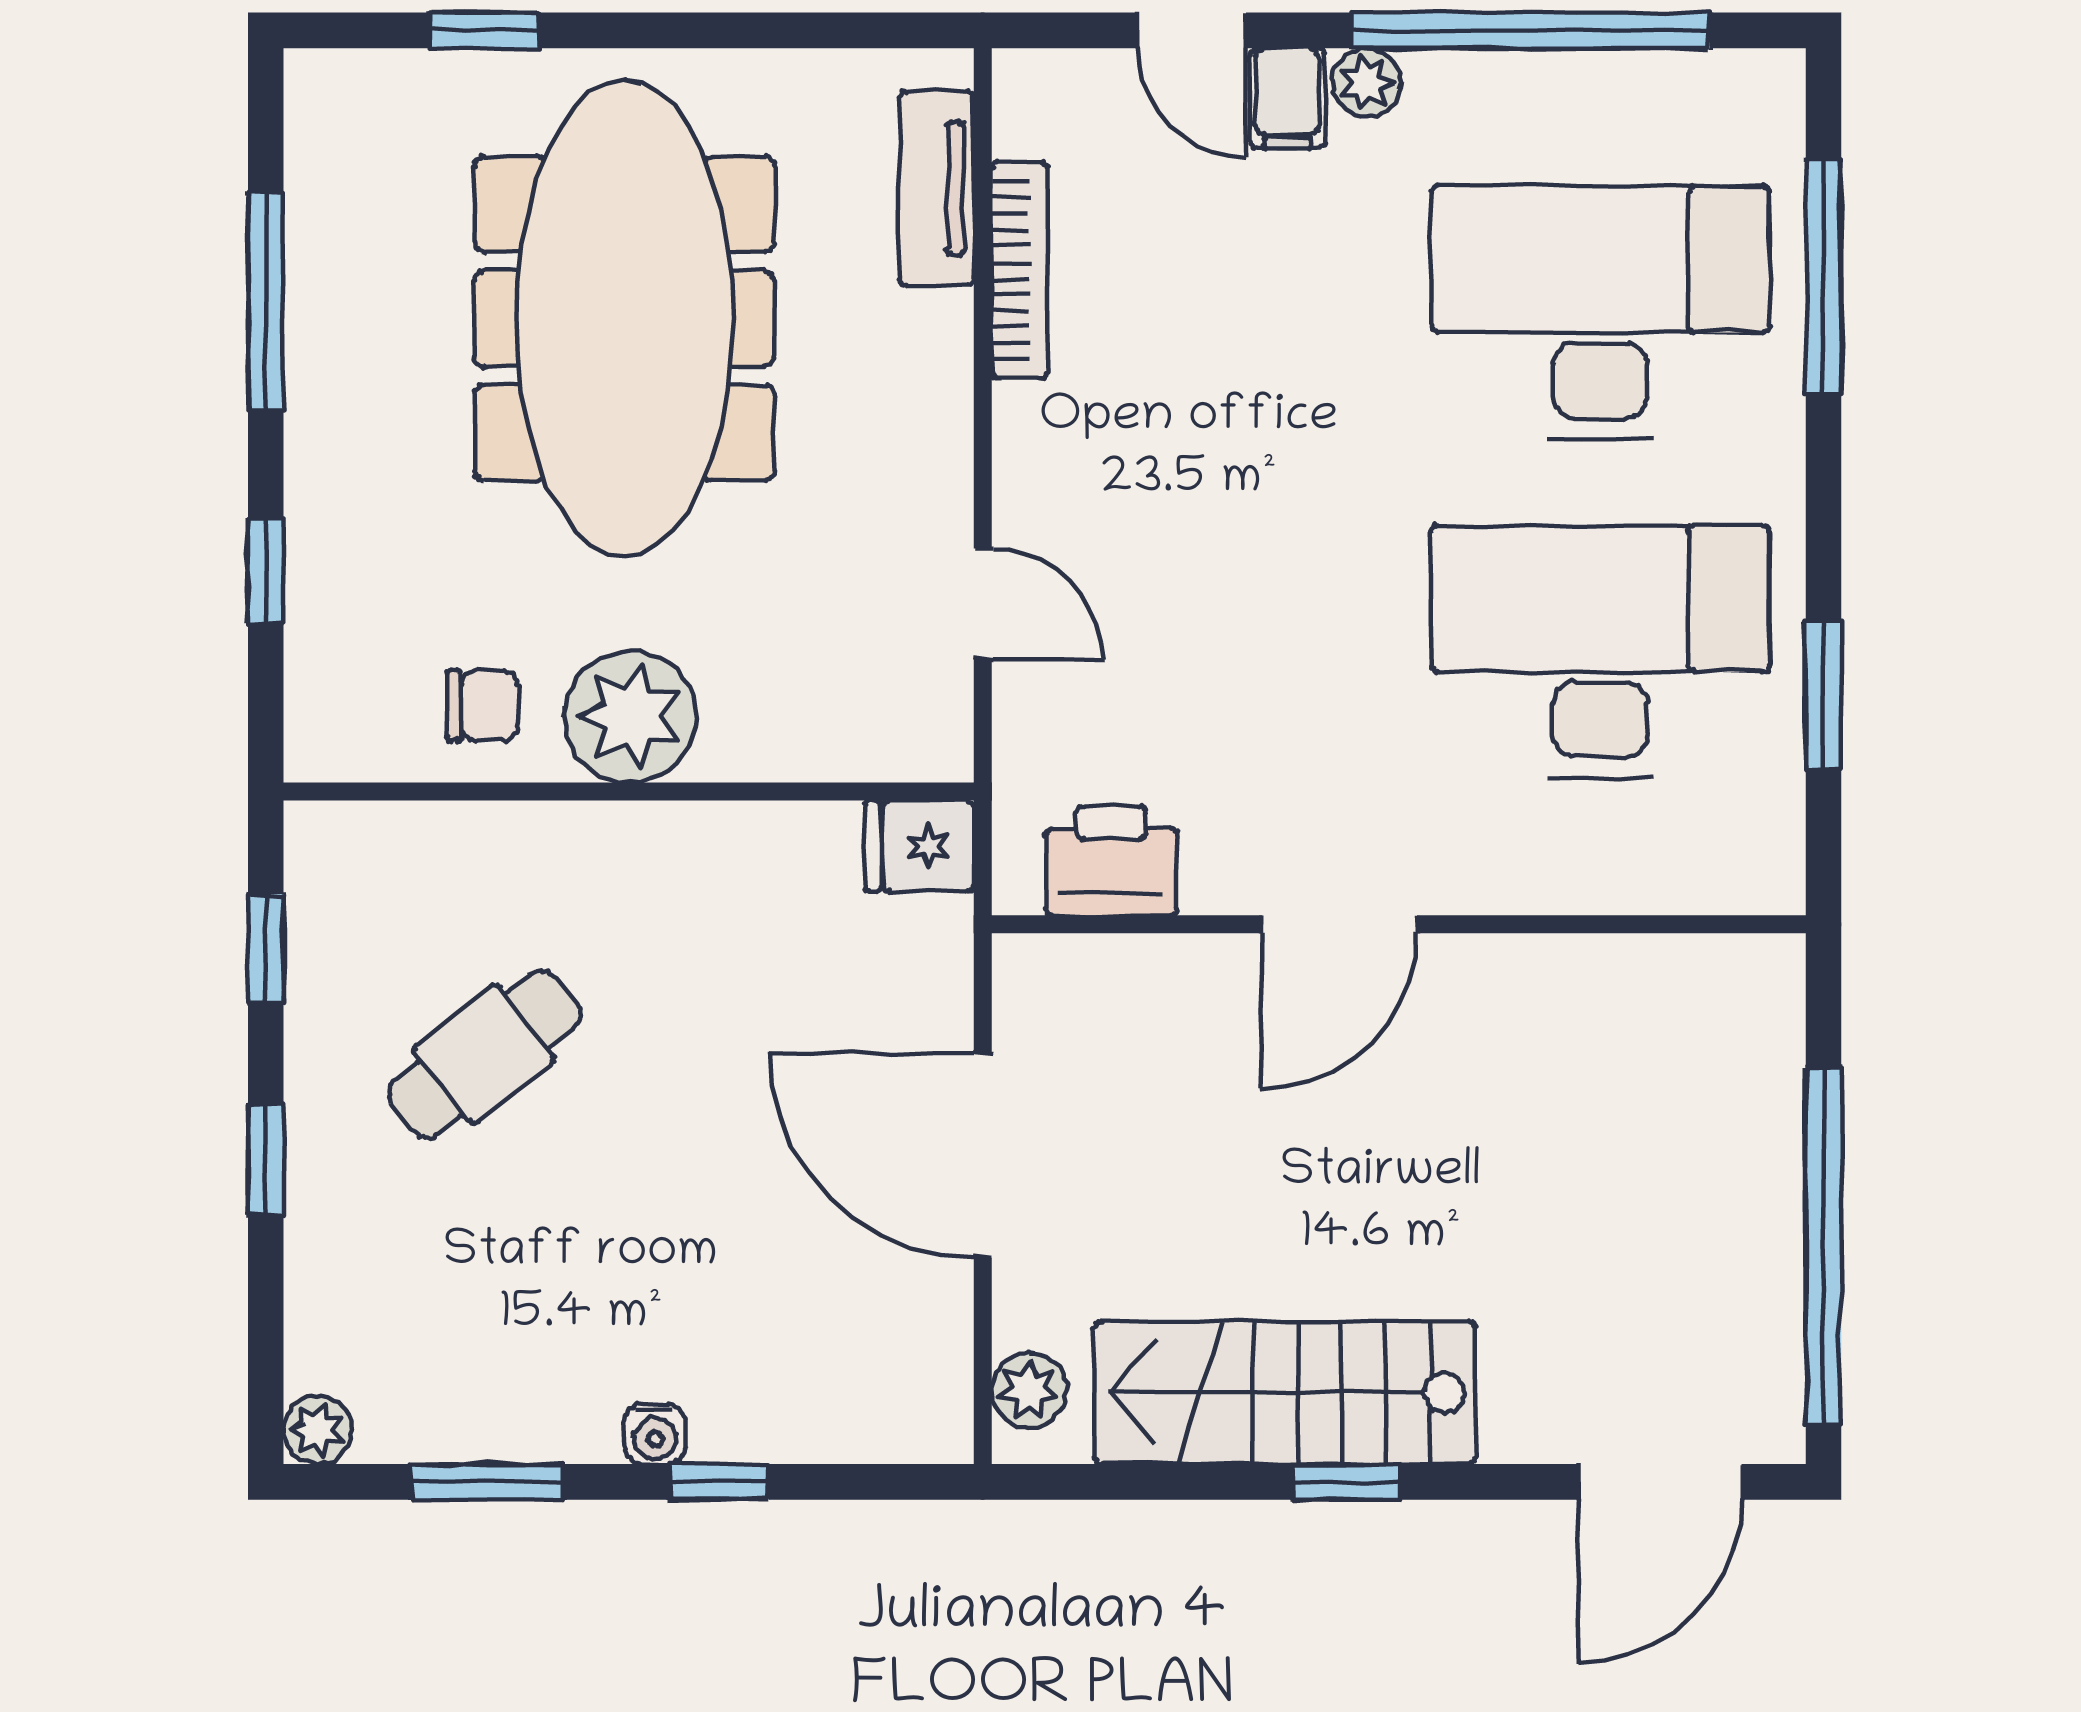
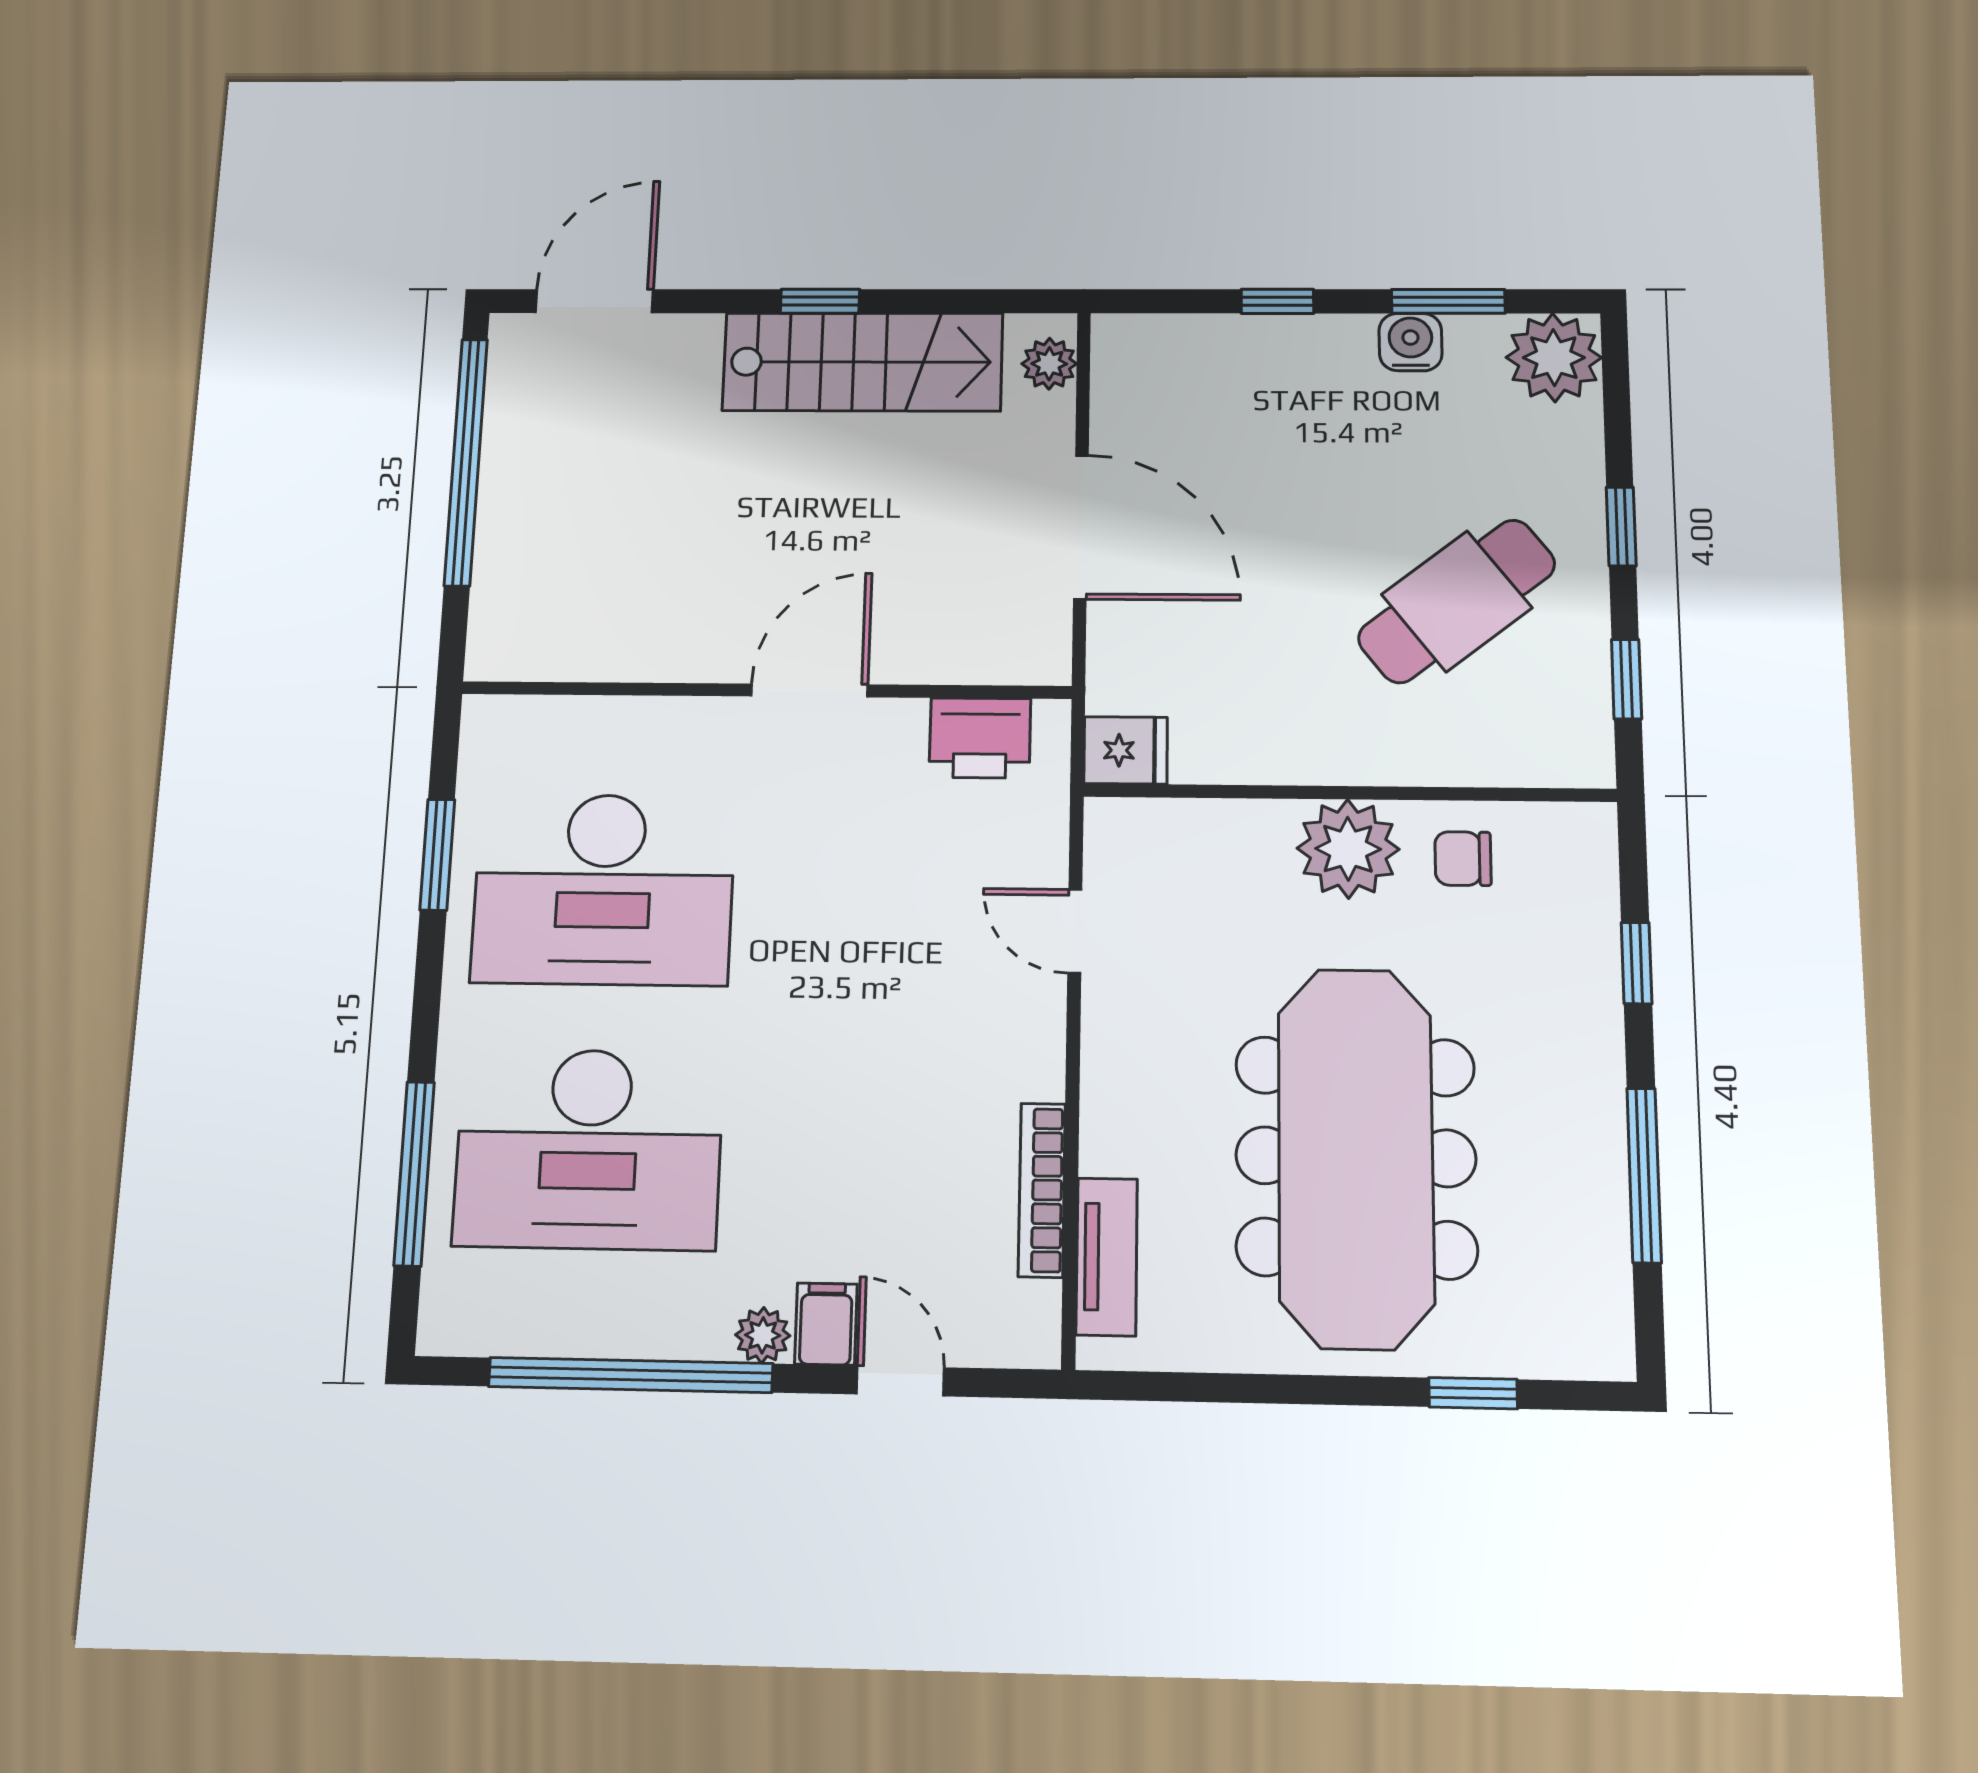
cafe table: (484, 1054) -> (1457, 601), width x1.37, depth x1.35
plant: (318, 1430) -> (1554, 358), width x1.88, depth x1.88
water cooler: (655, 1434) -> (1411, 342), moved, width x1.38, depth x1.38

